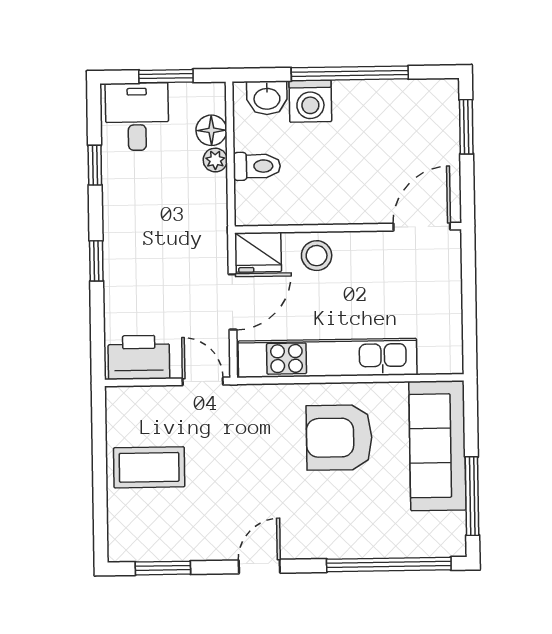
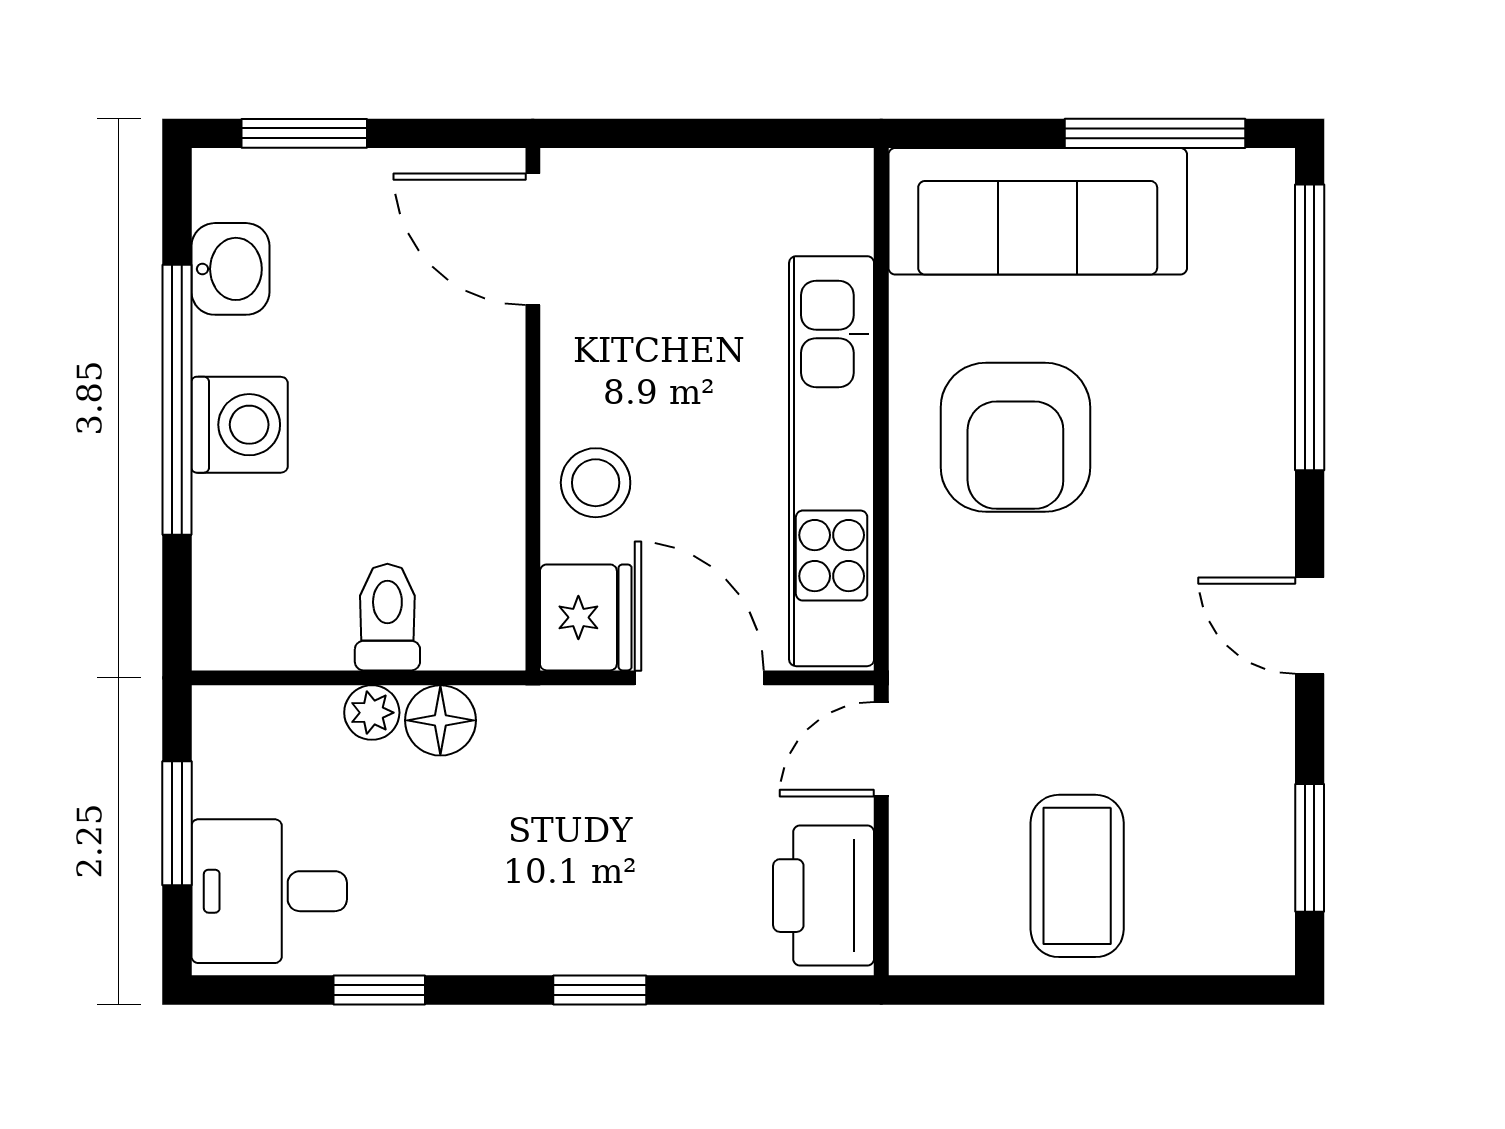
washbasin: (267, 98) -> (230, 269), moved
washing machine: (310, 101) -> (240, 425), moved
floor lamp: (211, 130) -> (440, 720), moved

